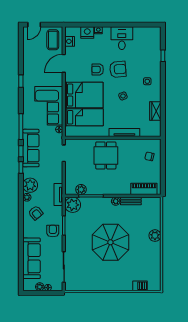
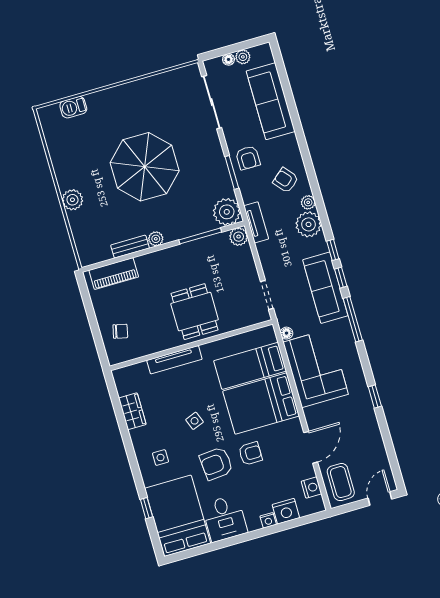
bed: (147, 47) -> (178, 516), added
plant: (81, 190) -> (239, 237), moved

